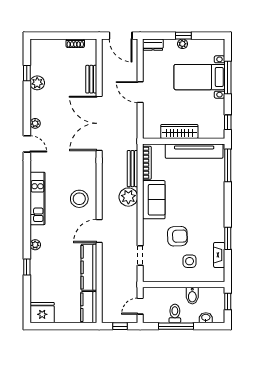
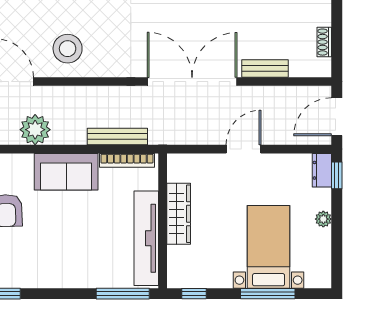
window: (183, 36) -> (337, 175), moved
plant: (128, 197) -> (35, 130), moved

